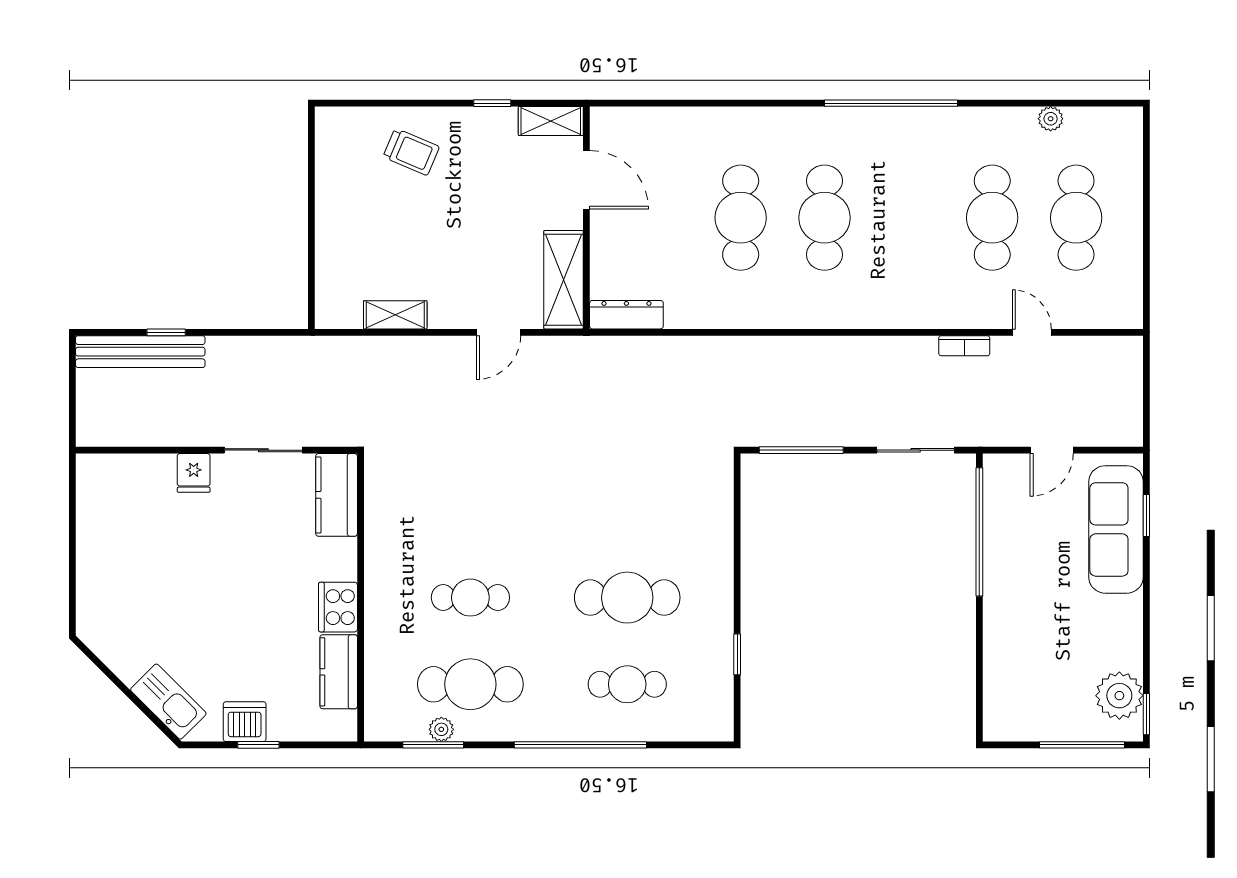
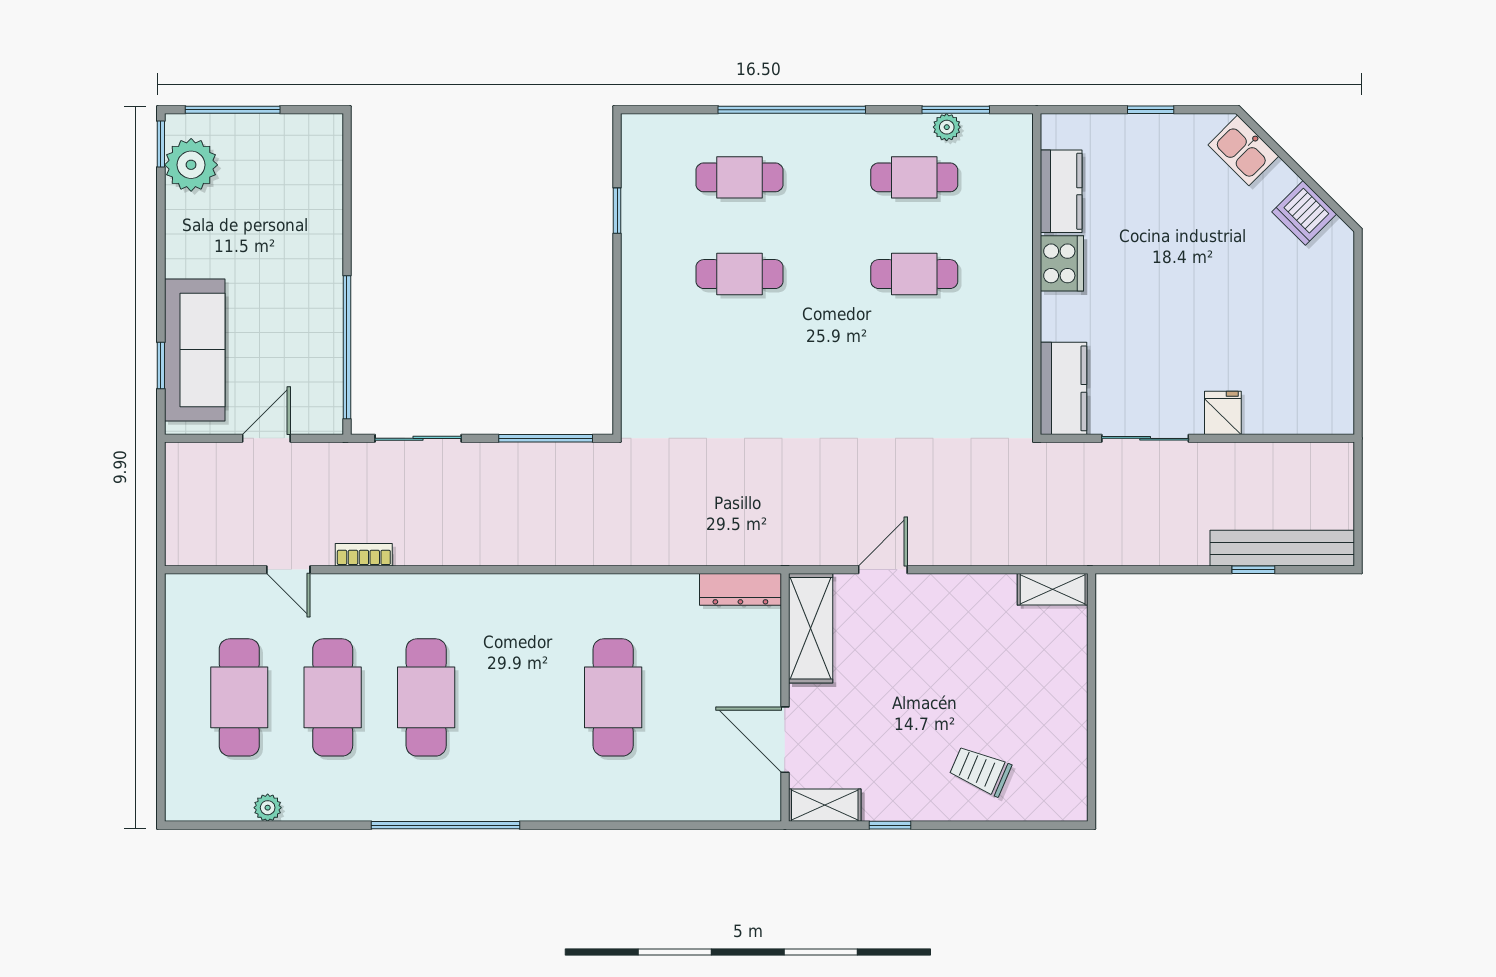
cafe table: (824, 218) -> (426, 697), moved
shelving: (395, 315) -> (1053, 589), moved
cafe table: (627, 598) -> (740, 274), width x0.73, depth x0.74
cafe table: (470, 684) -> (914, 177), width x0.73, depth x0.74
kitchen sink: (168, 702) -> (1243, 150), width x0.73
dishwasher: (245, 722) -> (1304, 213), moved, turned 45

